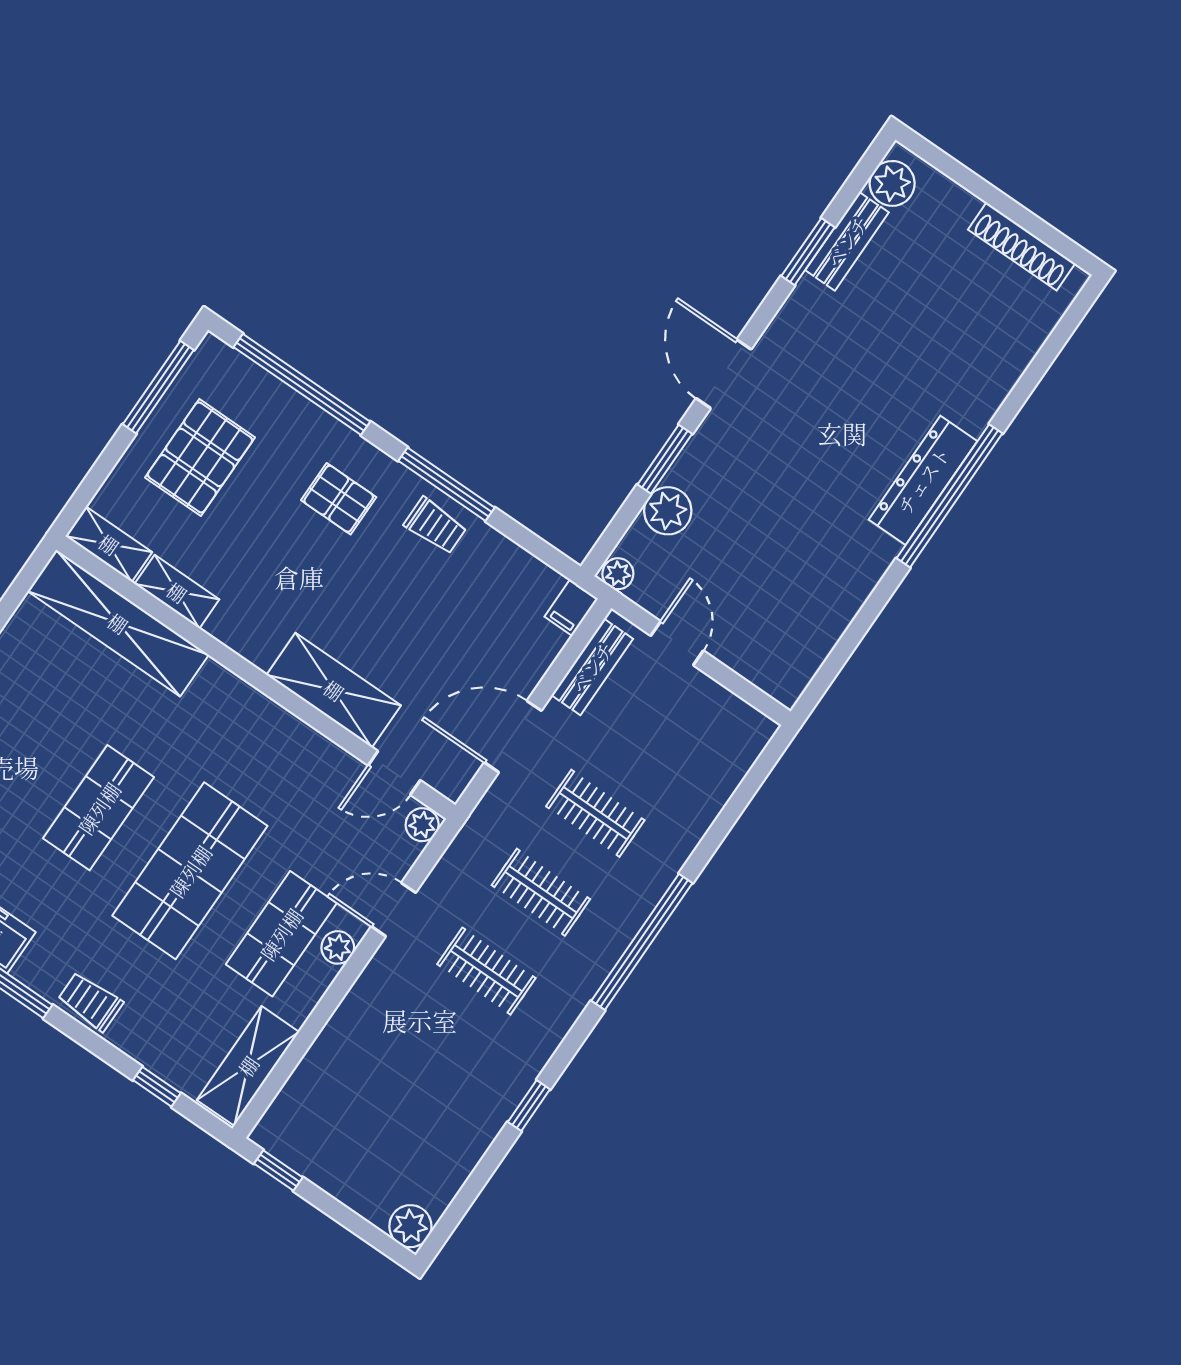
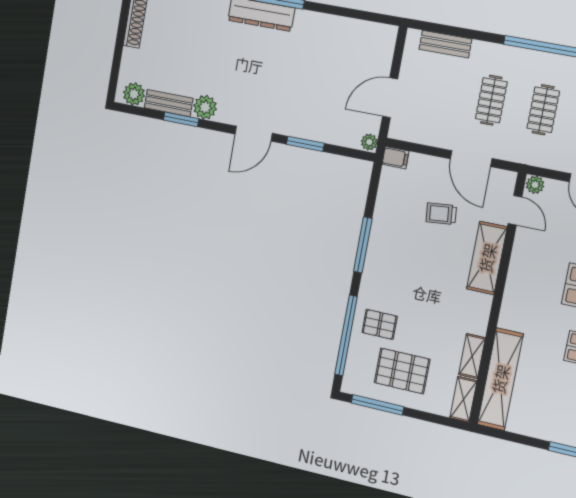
pallet: (339, 499) -> (380, 324), moved, turned 90
plant: (668, 511) -> (205, 107), moved
trolley: (435, 526) -> (441, 214), moved, turned -96
door: (677, 643) -> (390, 98), width x1.38
bench: (592, 667) -> (445, 44), moved

